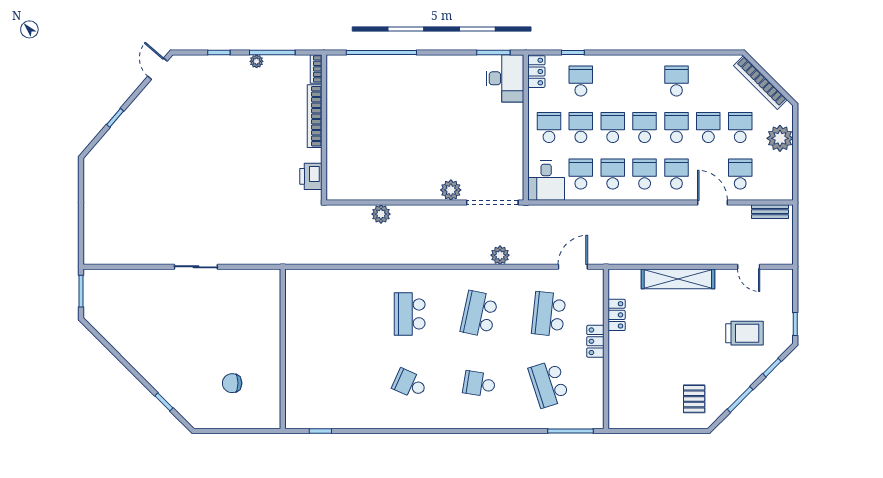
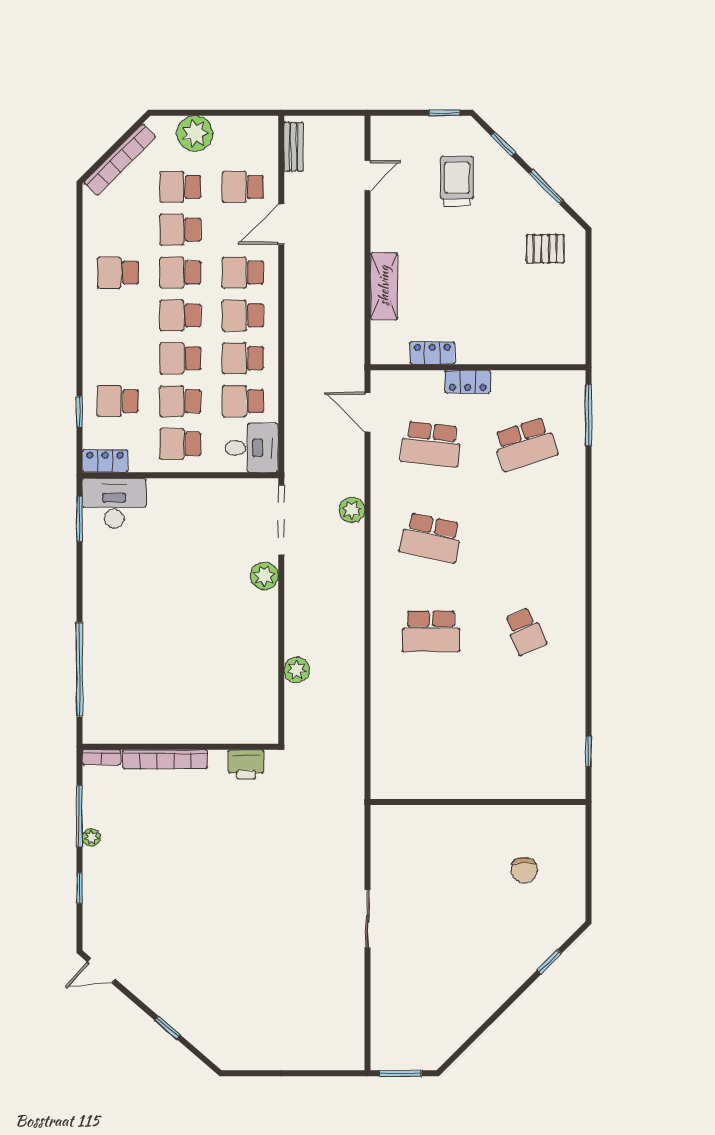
shelving: (678, 279) -> (384, 286), width x0.68
school desk: (410, 384) -> (525, 631), turned -48
school desk: (479, 384) -> (525, 538), removed

